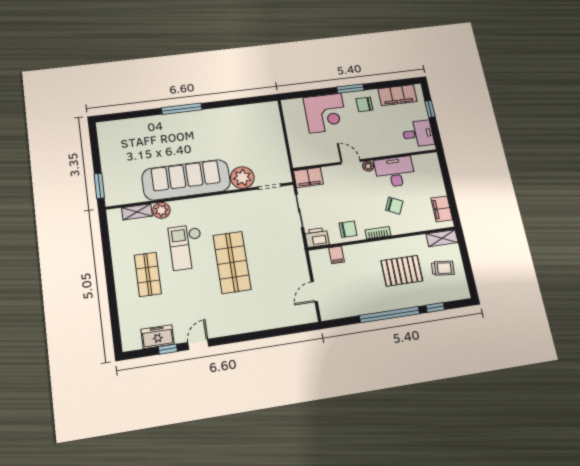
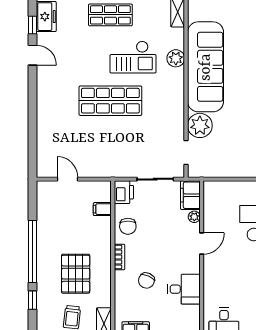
plant: (368, 166) -> (194, 217), moved
desk: (395, 172) -> (184, 289), width x0.73
plant: (161, 210) -> (176, 58), moved
checkout: (186, 247) -> (133, 57), turned 180

